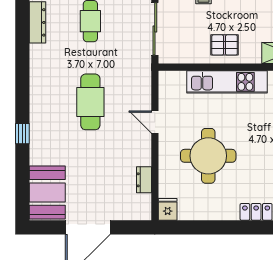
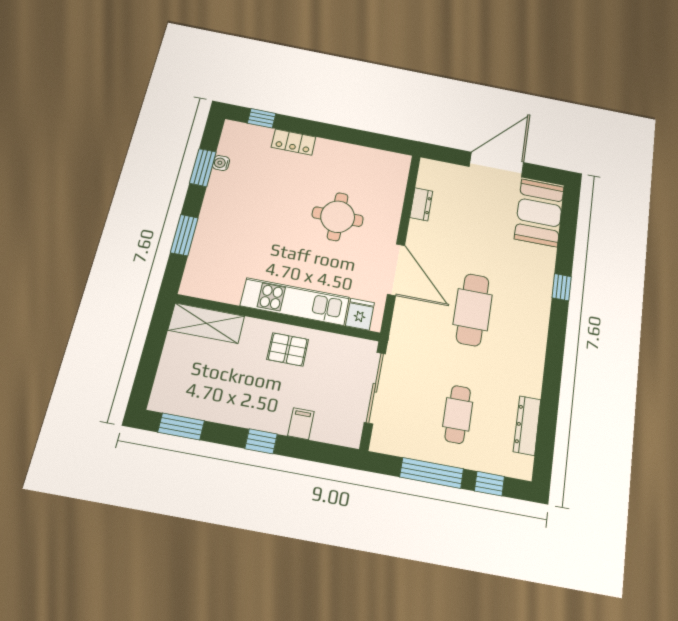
door: (155, 122) -> (396, 270), width x1.87
round table: (208, 156) -> (338, 217), width x0.73, depth x0.73
fridge: (168, 209) -> (360, 314), moved, turned 180

